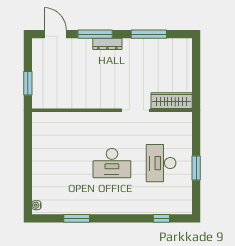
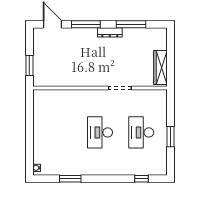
dresser: (107, 44) -> (110, 32), moved
wardrobe: (172, 101) -> (161, 68), moved, turned -90
desk: (112, 163) -> (100, 132), turned 90

